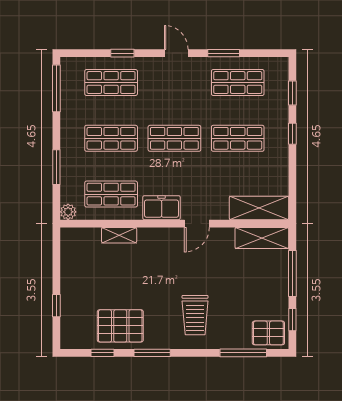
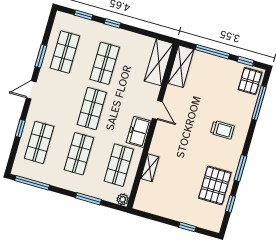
trolley: (195, 315) -> (222, 130), width x0.73, depth x0.72

